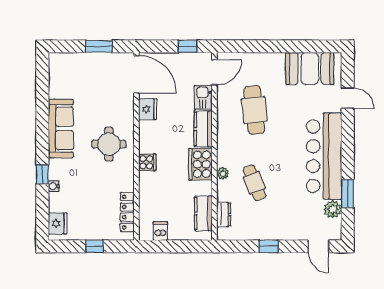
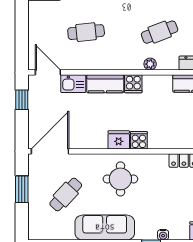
cafe table: (94, 90) -> (66, 195), added
fridge: (148, 109) -> (119, 140), moved
cafe table: (254, 110) -> (86, 32), width x0.73, depth x0.74
cooker: (200, 164) -> (133, 84), width x0.53, depth x0.76

